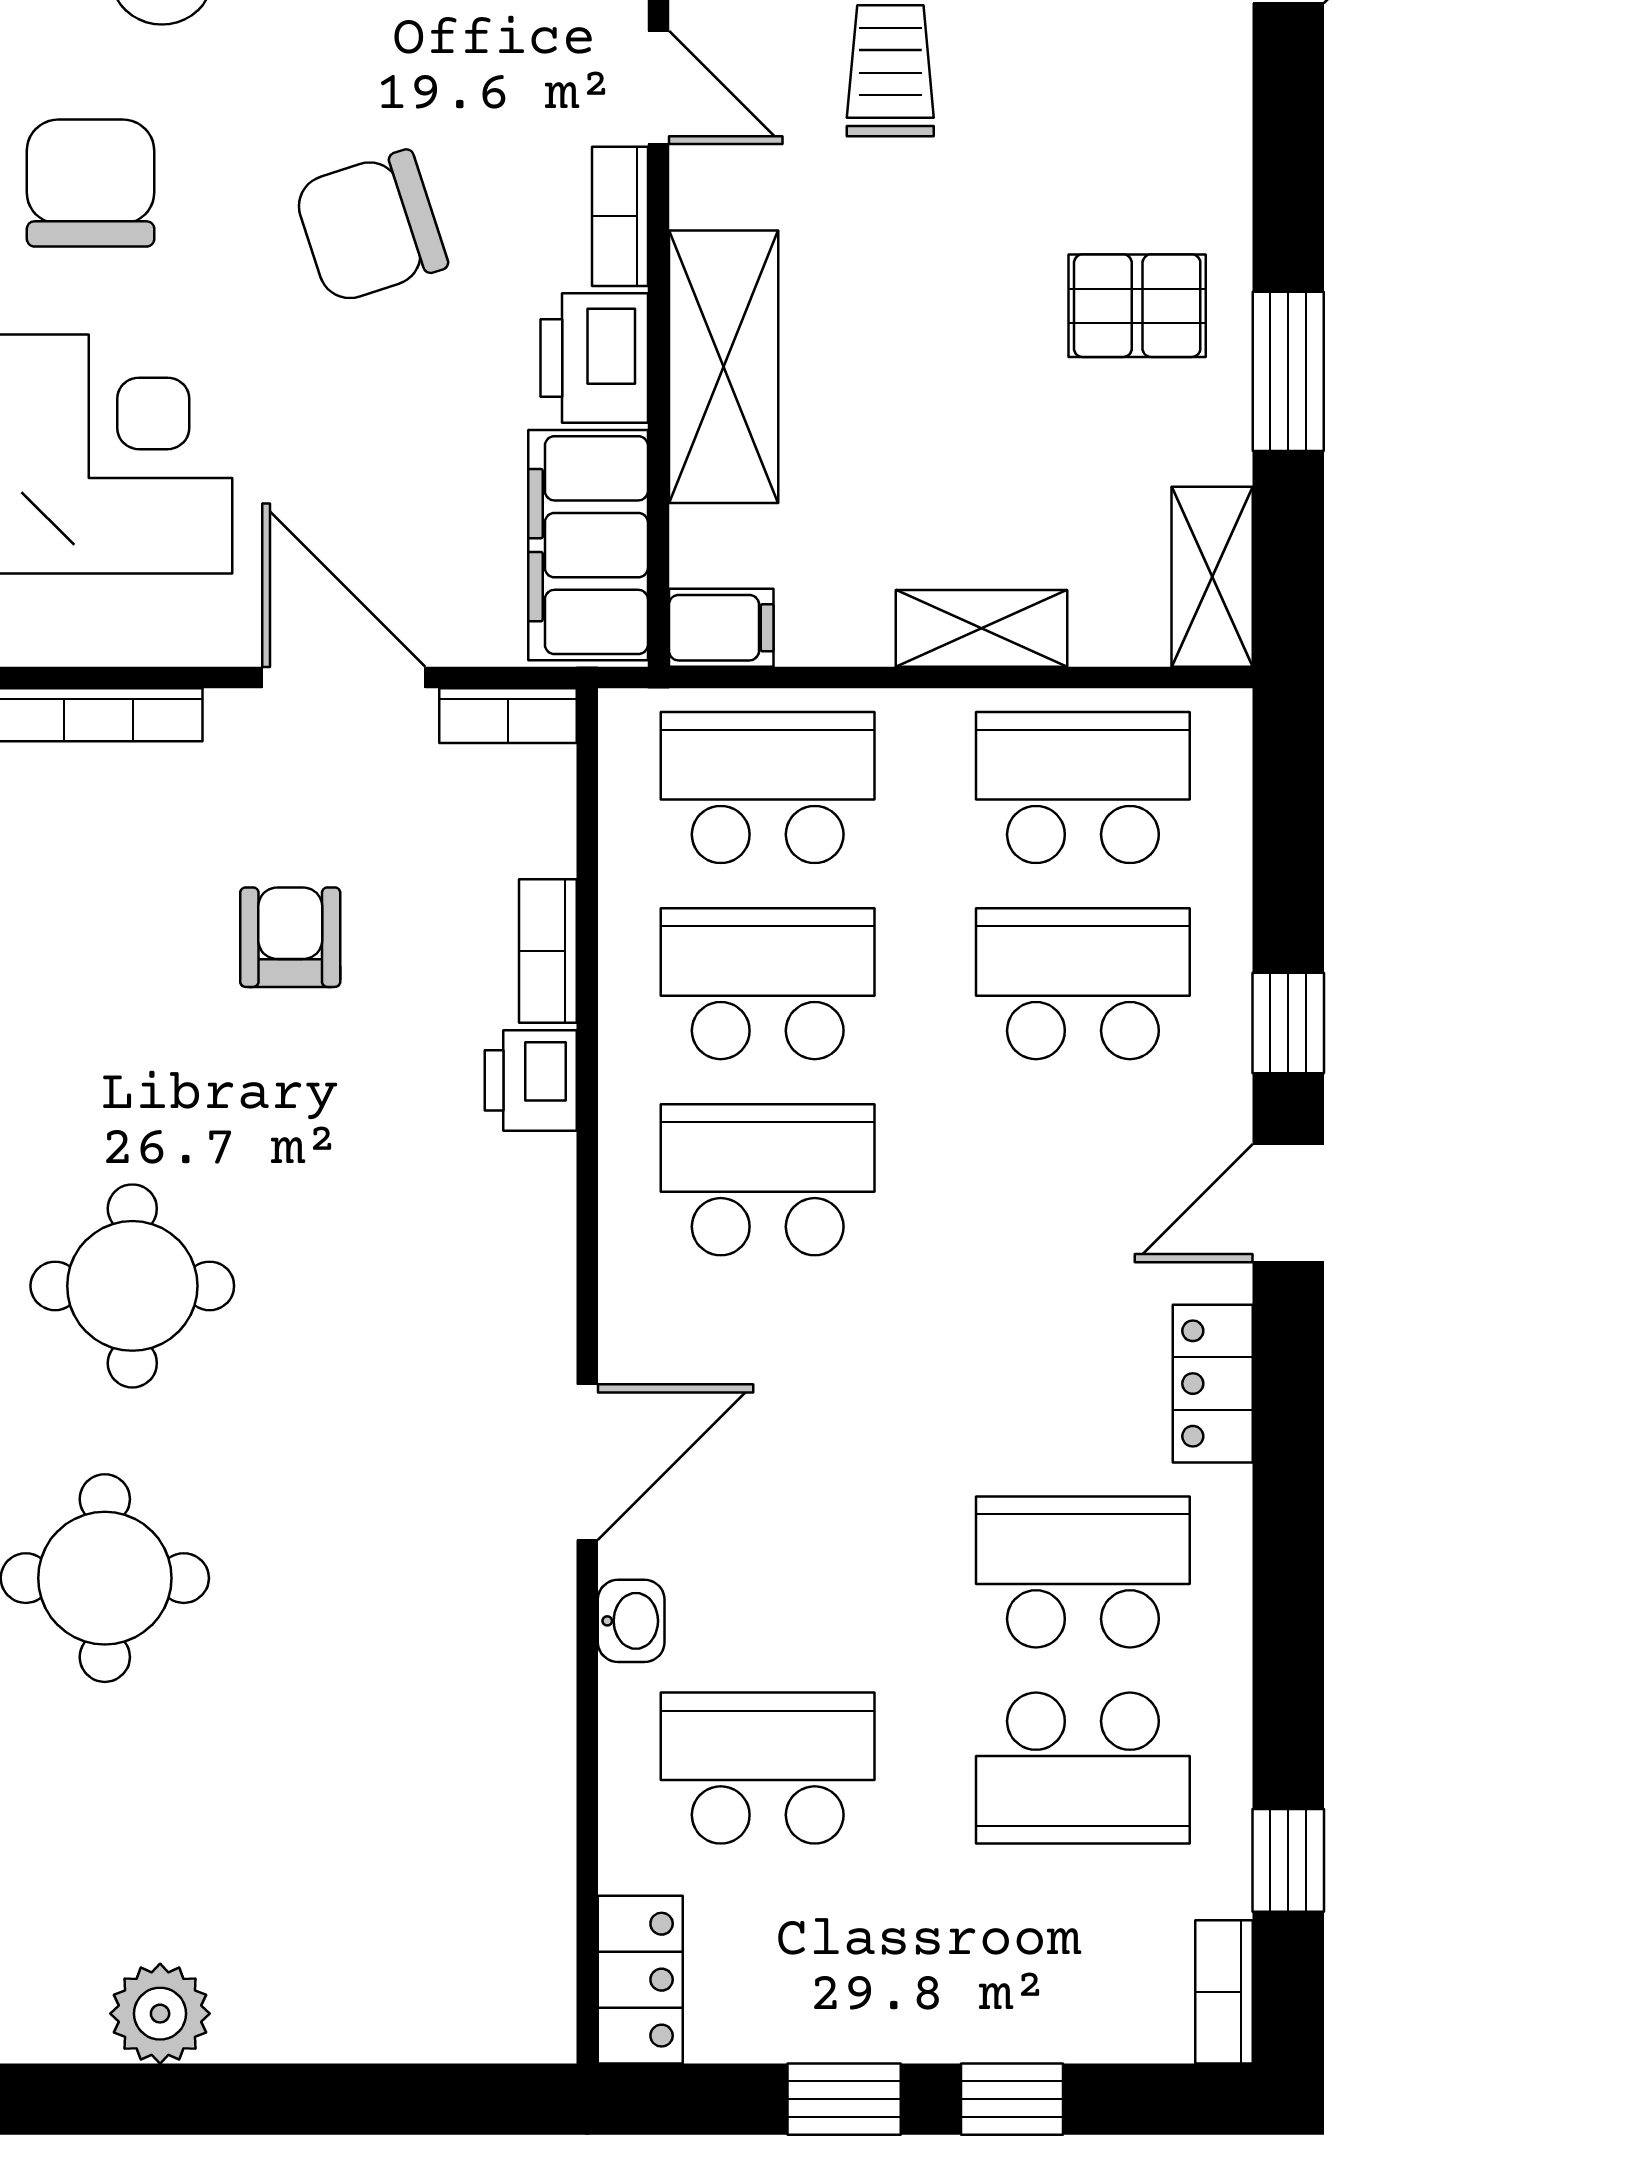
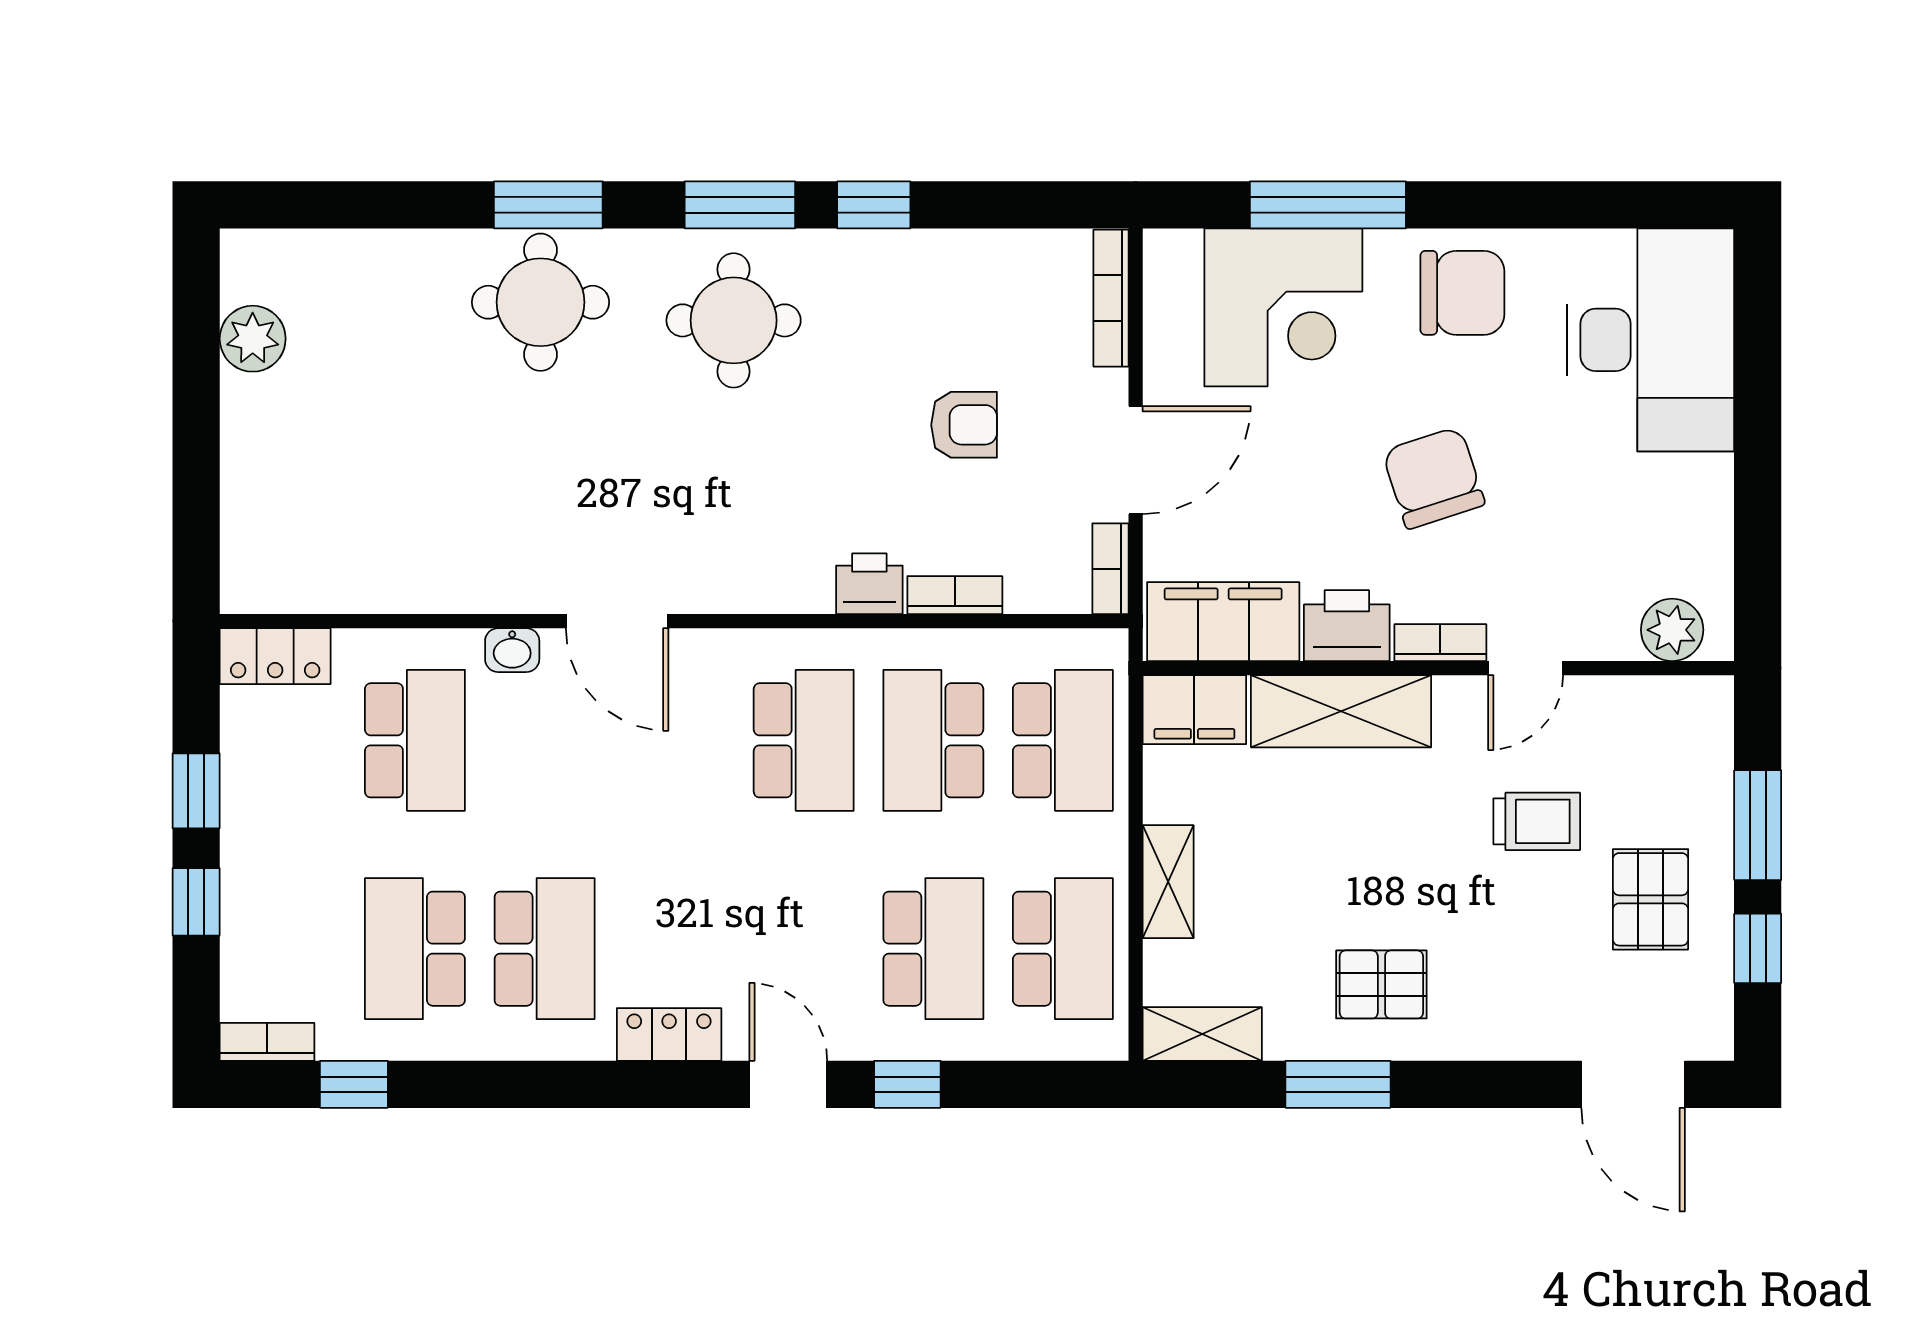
pallet: (1137, 306) -> (1381, 984), turned 90
filing cabinet: (721, 628) -> (1194, 710), width x2.00
school desk: (768, 984) -> (933, 740), turned 180

